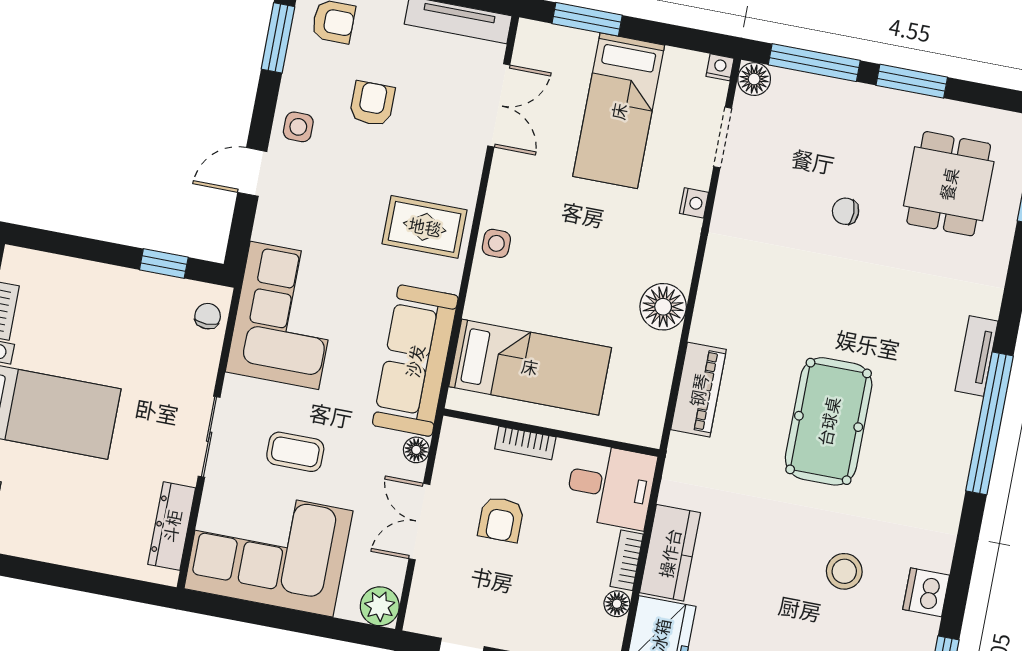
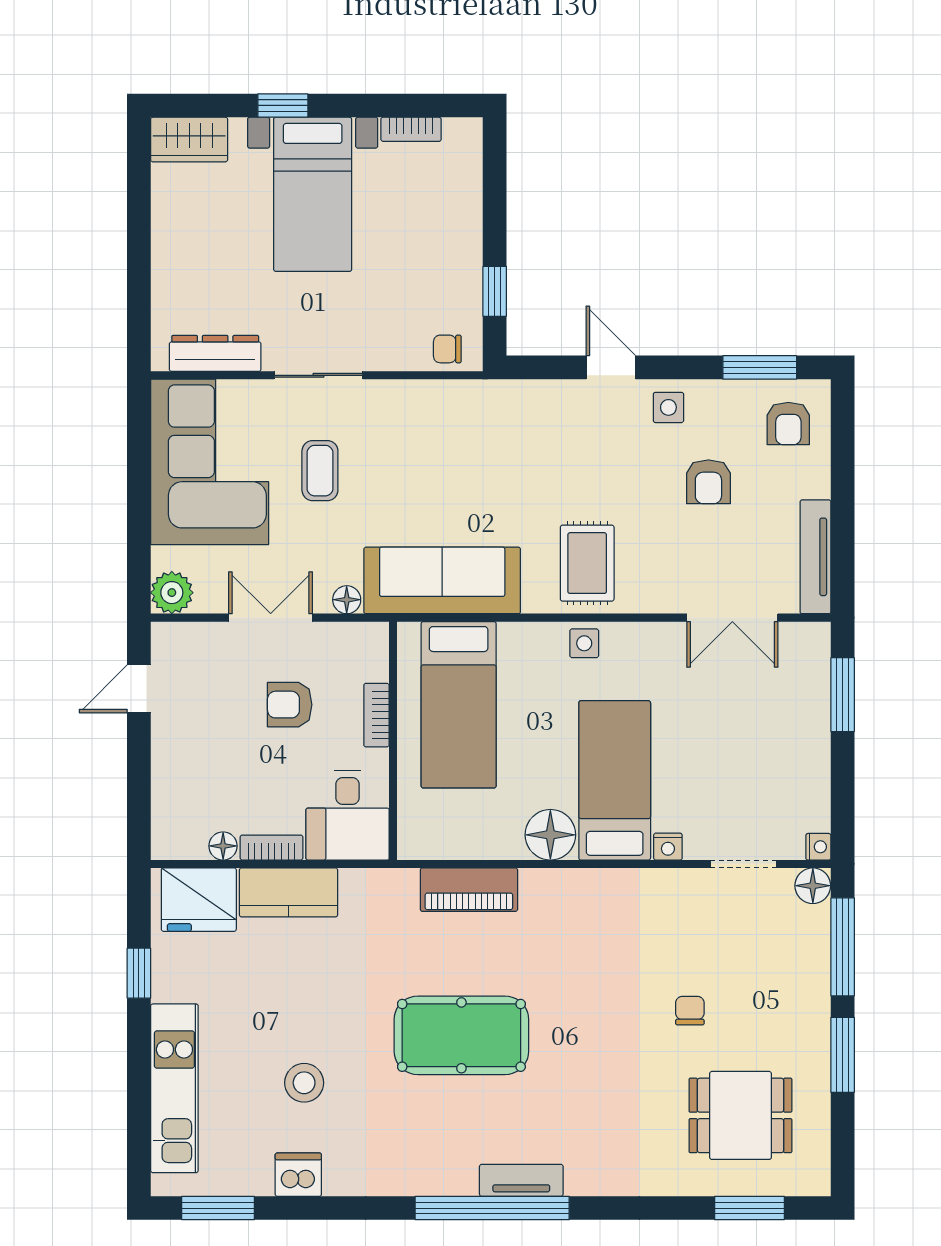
armchair: (372, 104) -> (708, 482), turned 90
bed: (619, 111) -> (615, 780), moved, turned 90
corner sofa: (284, 315) -> (464, 431), removed
chair: (208, 316) -> (447, 349), turned 180
tv unit: (976, 356) -> (521, 1180), moved

